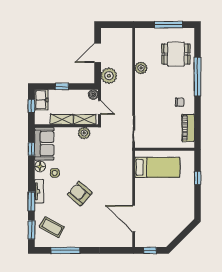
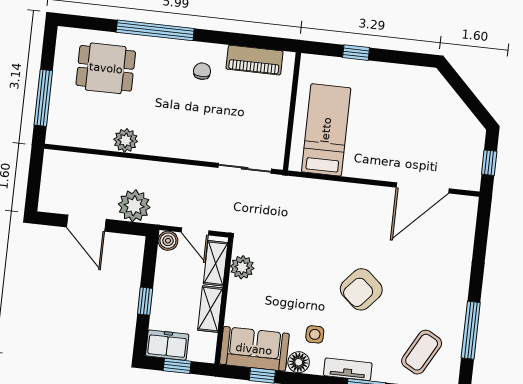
window: (168, 25) -> (43, 98), moved
dining table: (176, 54) -> (106, 68), turned 90
door: (100, 107) -> (195, 231), swing flipped

